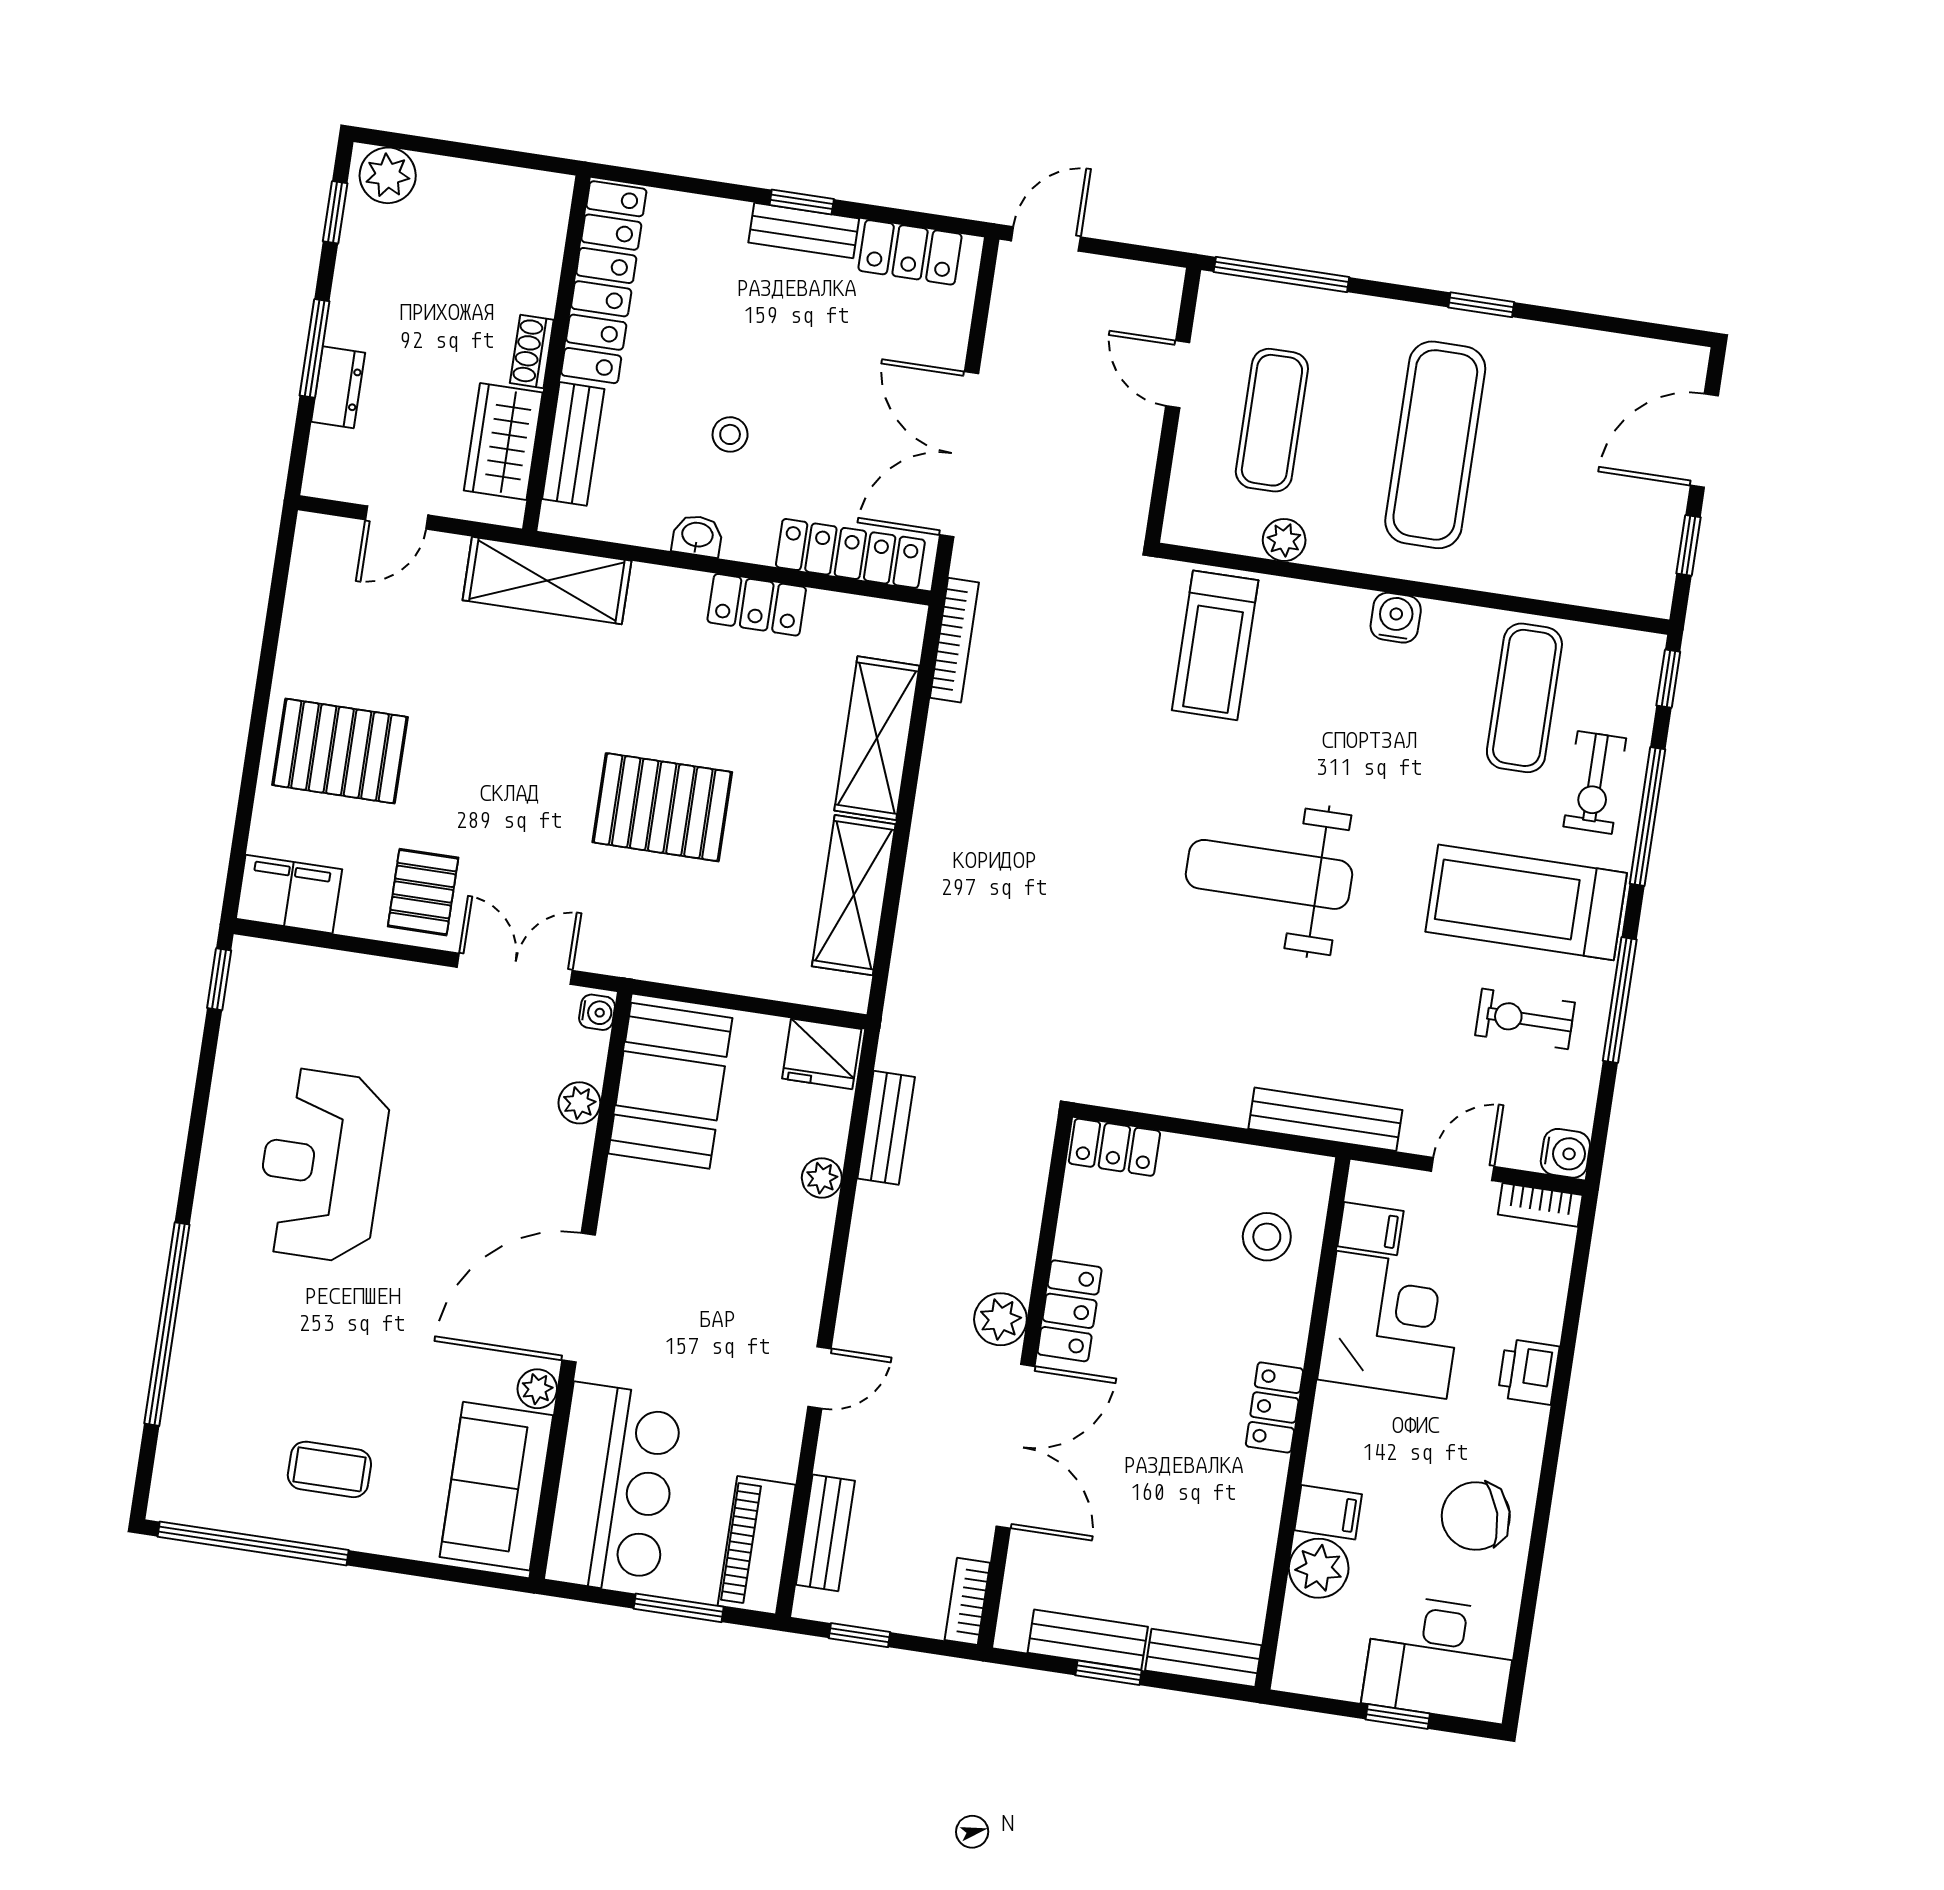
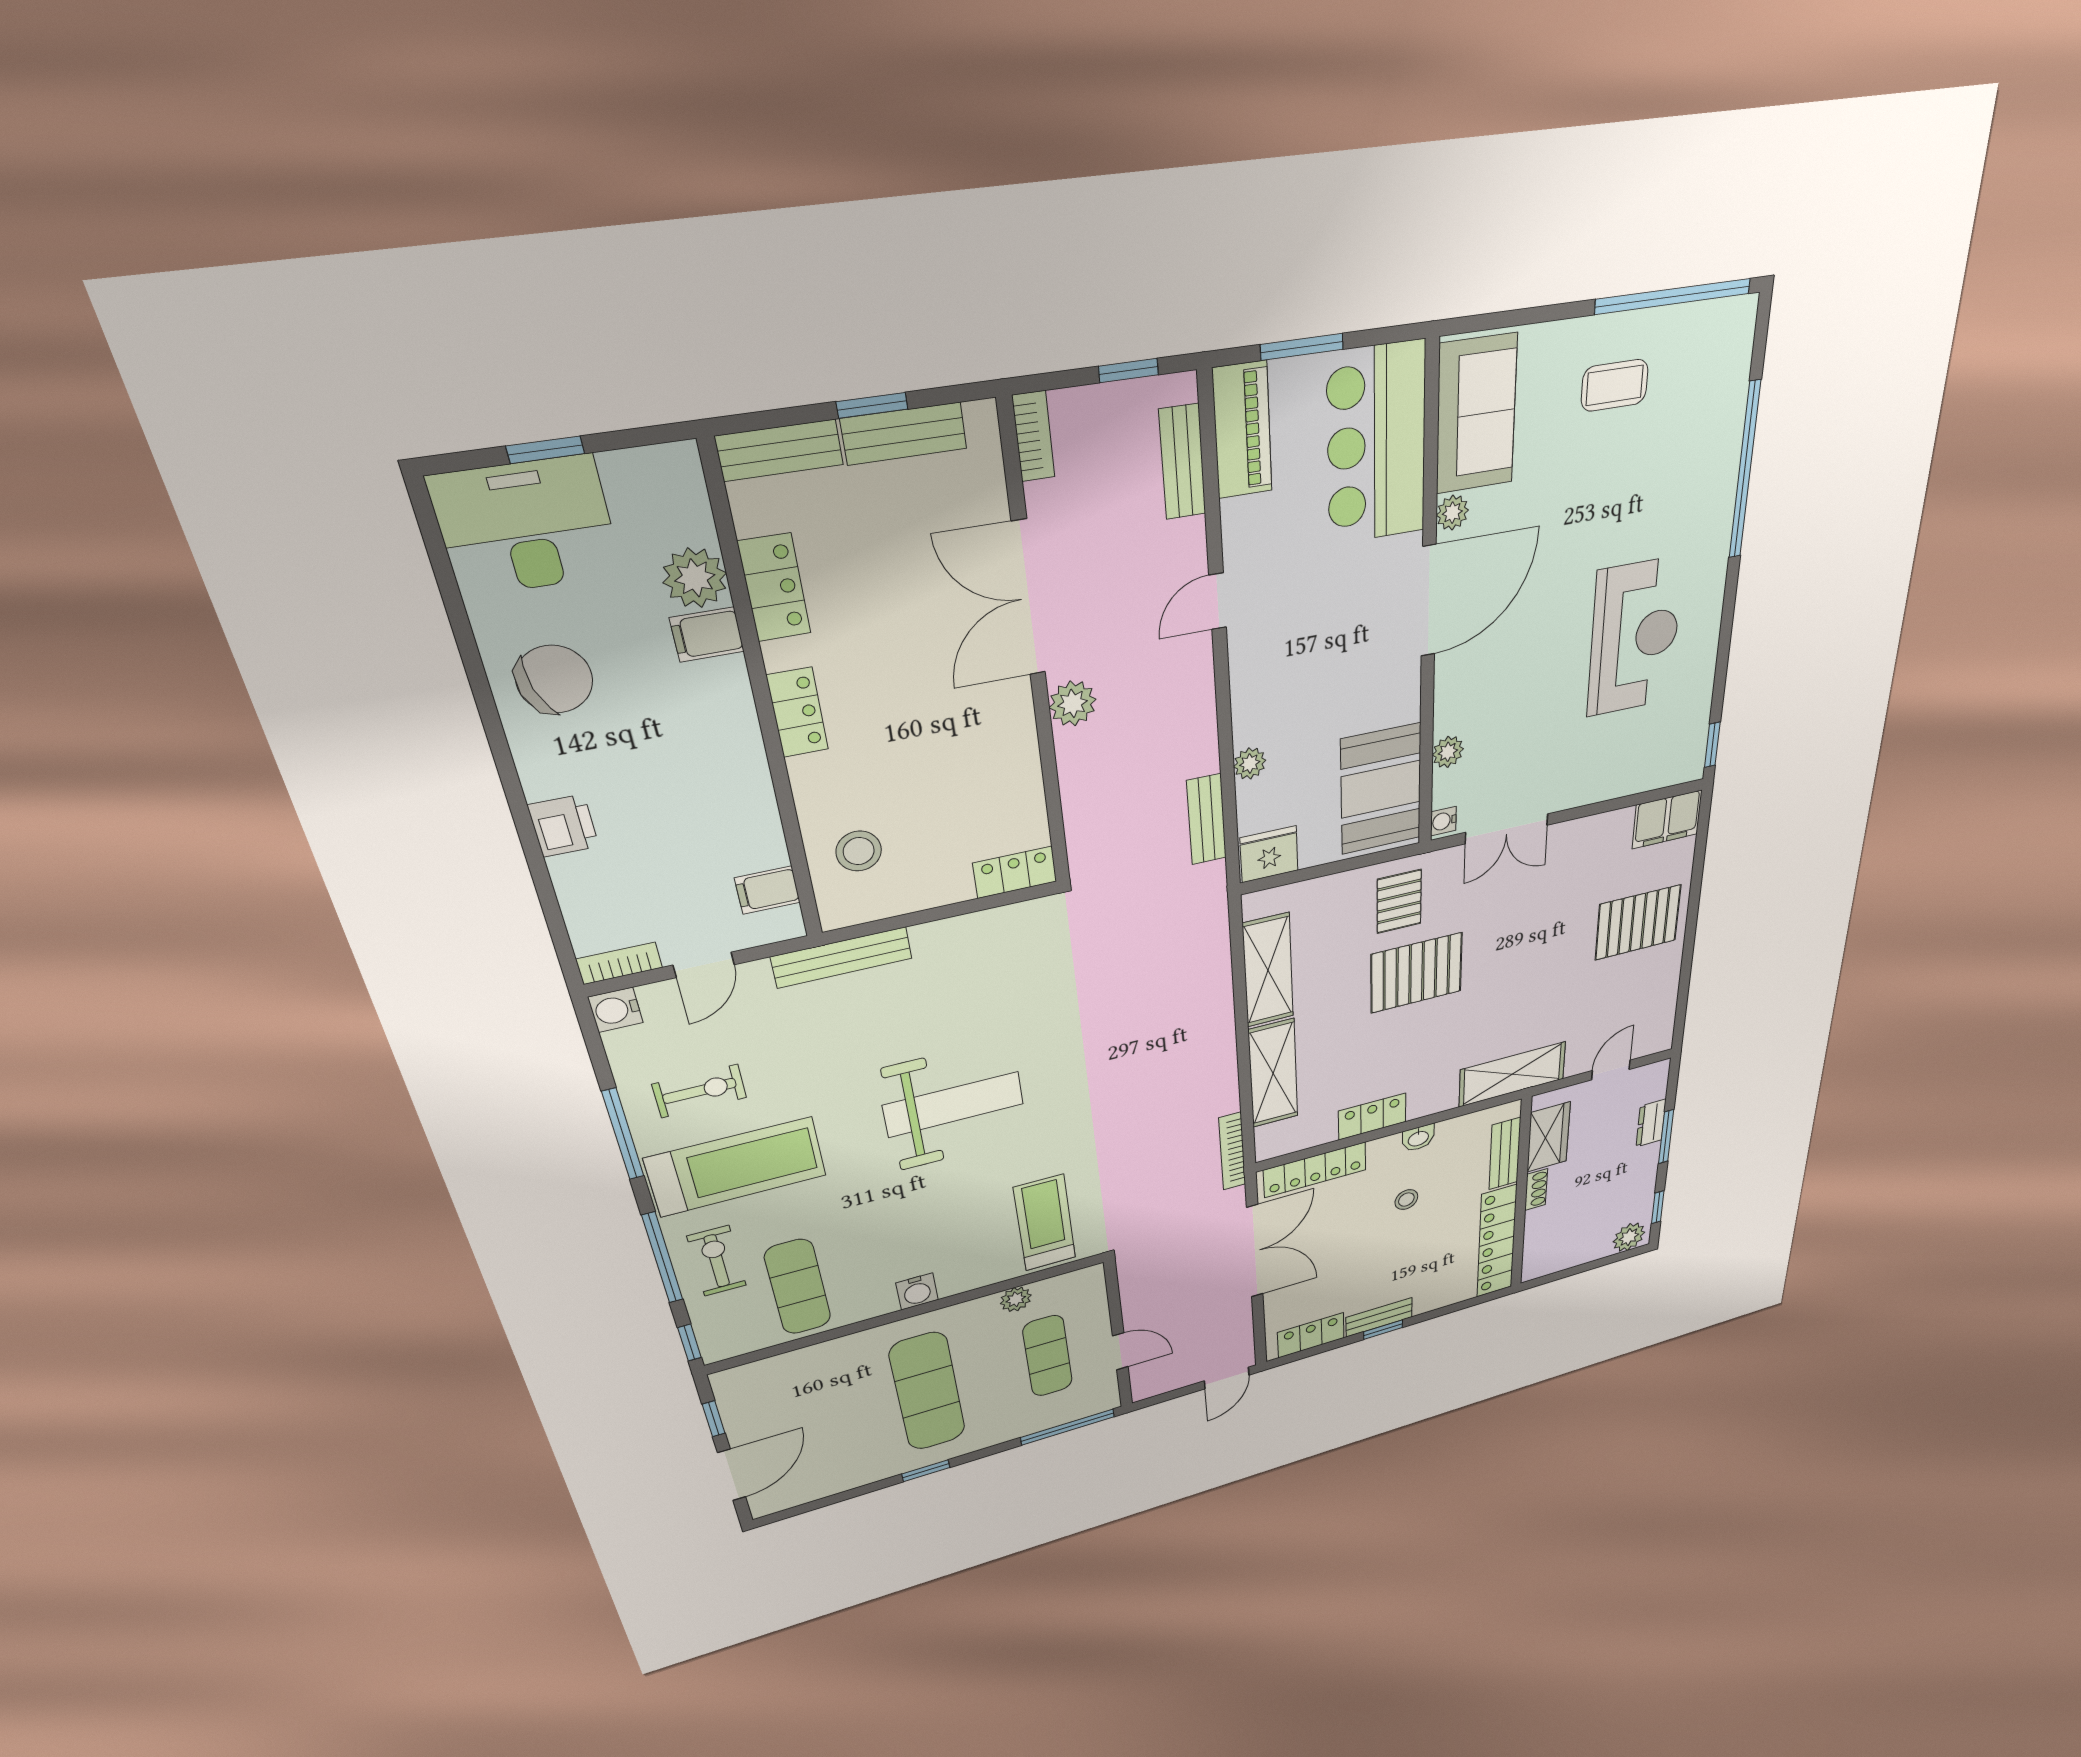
pallet: (423, 892) -> (1399, 902), moved
locker: (1070, 1311) -> (774, 588), moved, turned 180
corner desk: (1392, 1325) -> (715, 820), removed

